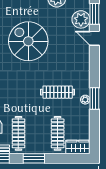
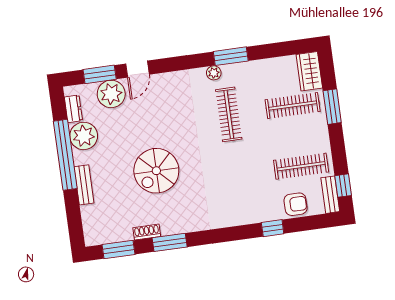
spiral stairs: (28, 41) -> (156, 171), width x0.73, depth x0.73
plant: (85, 100) -> (214, 73), moved
window: (34, 158) -> (332, 107), moved

